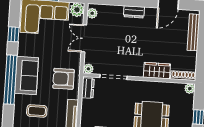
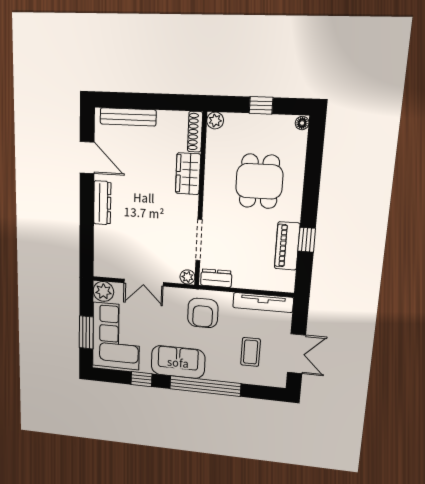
dresser: (134, 12) -> (102, 203), width x1.44
plant: (92, 13) -> (107, 270), removed
sofa: (26, 75) -> (178, 362), moved

